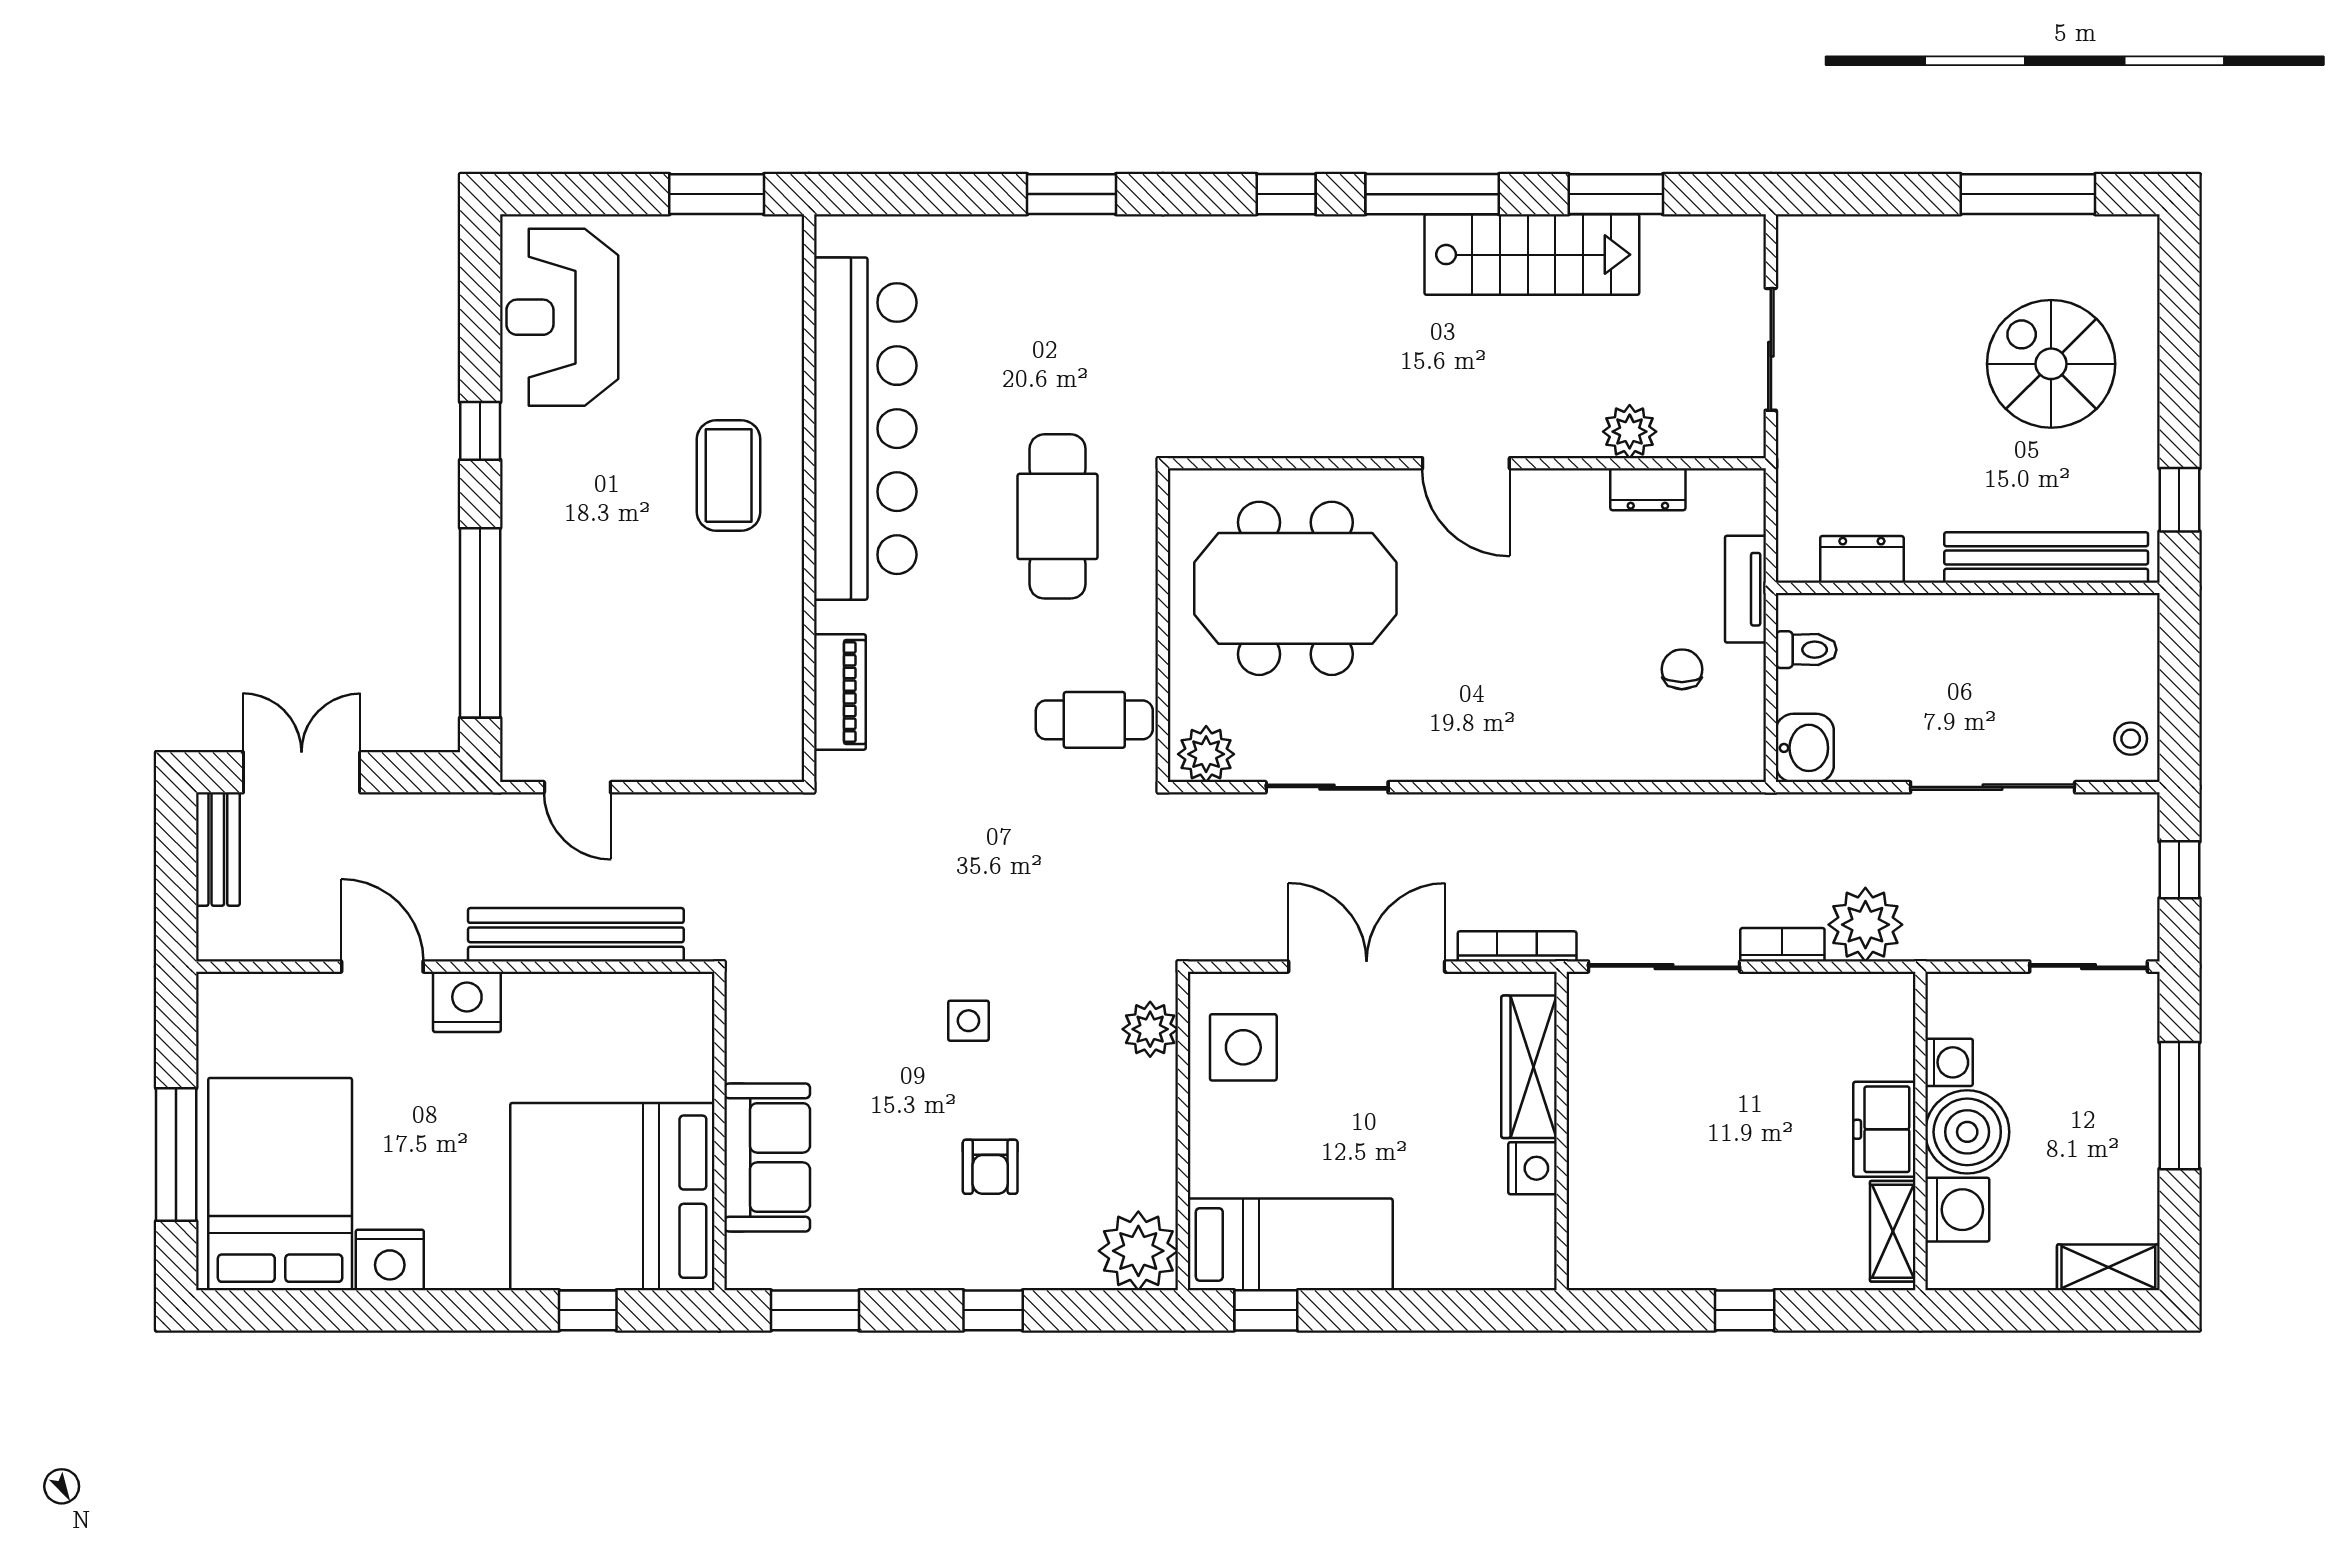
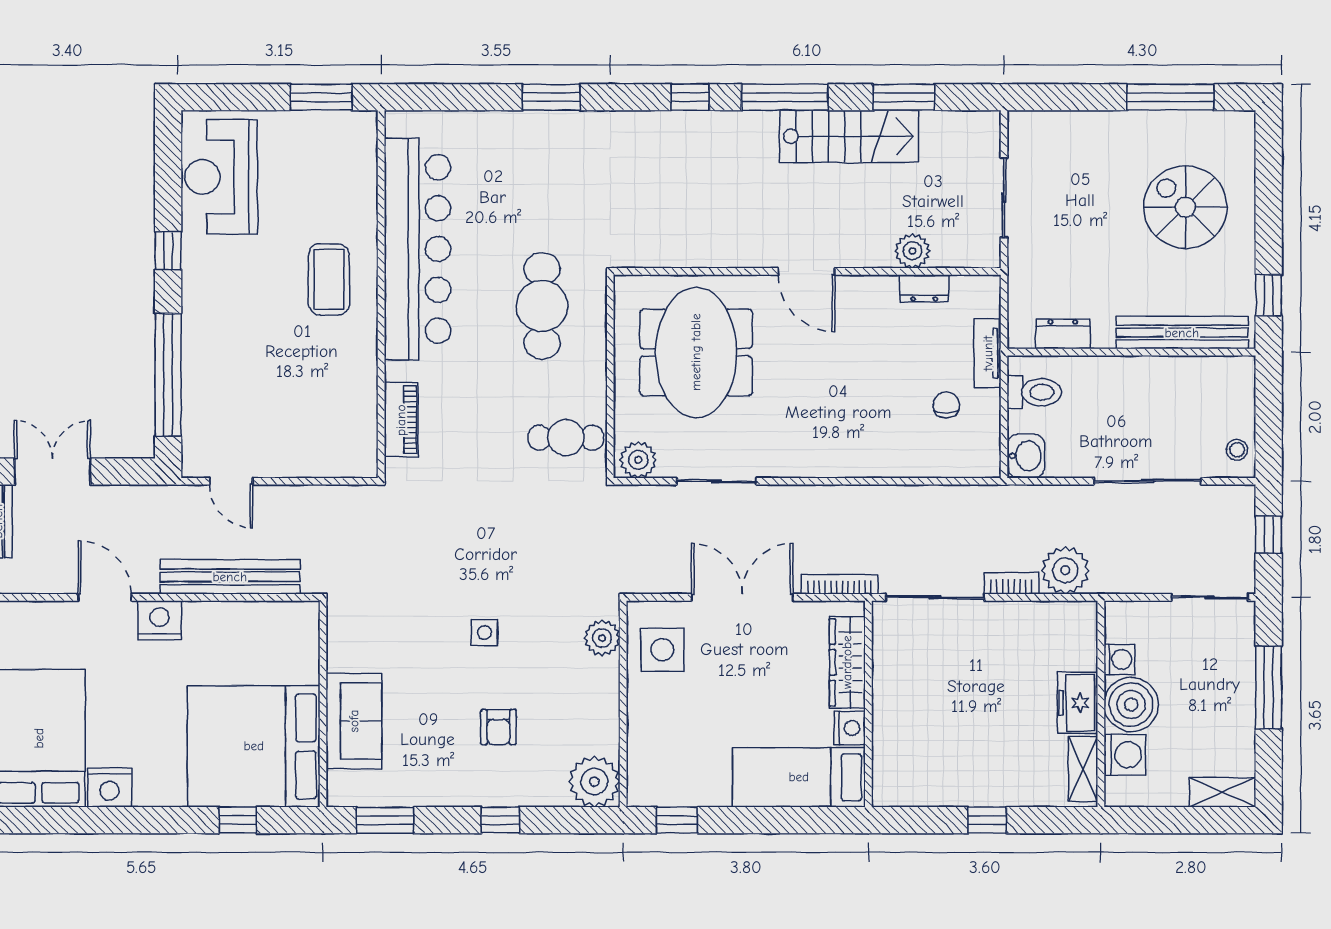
meeting table: (1295, 588) -> (696, 352), turned 90
toilet: (1806, 650) -> (1034, 392), width x1.37, depth x1.39
bed: (1290, 1244) -> (799, 777), moved, turned 180

